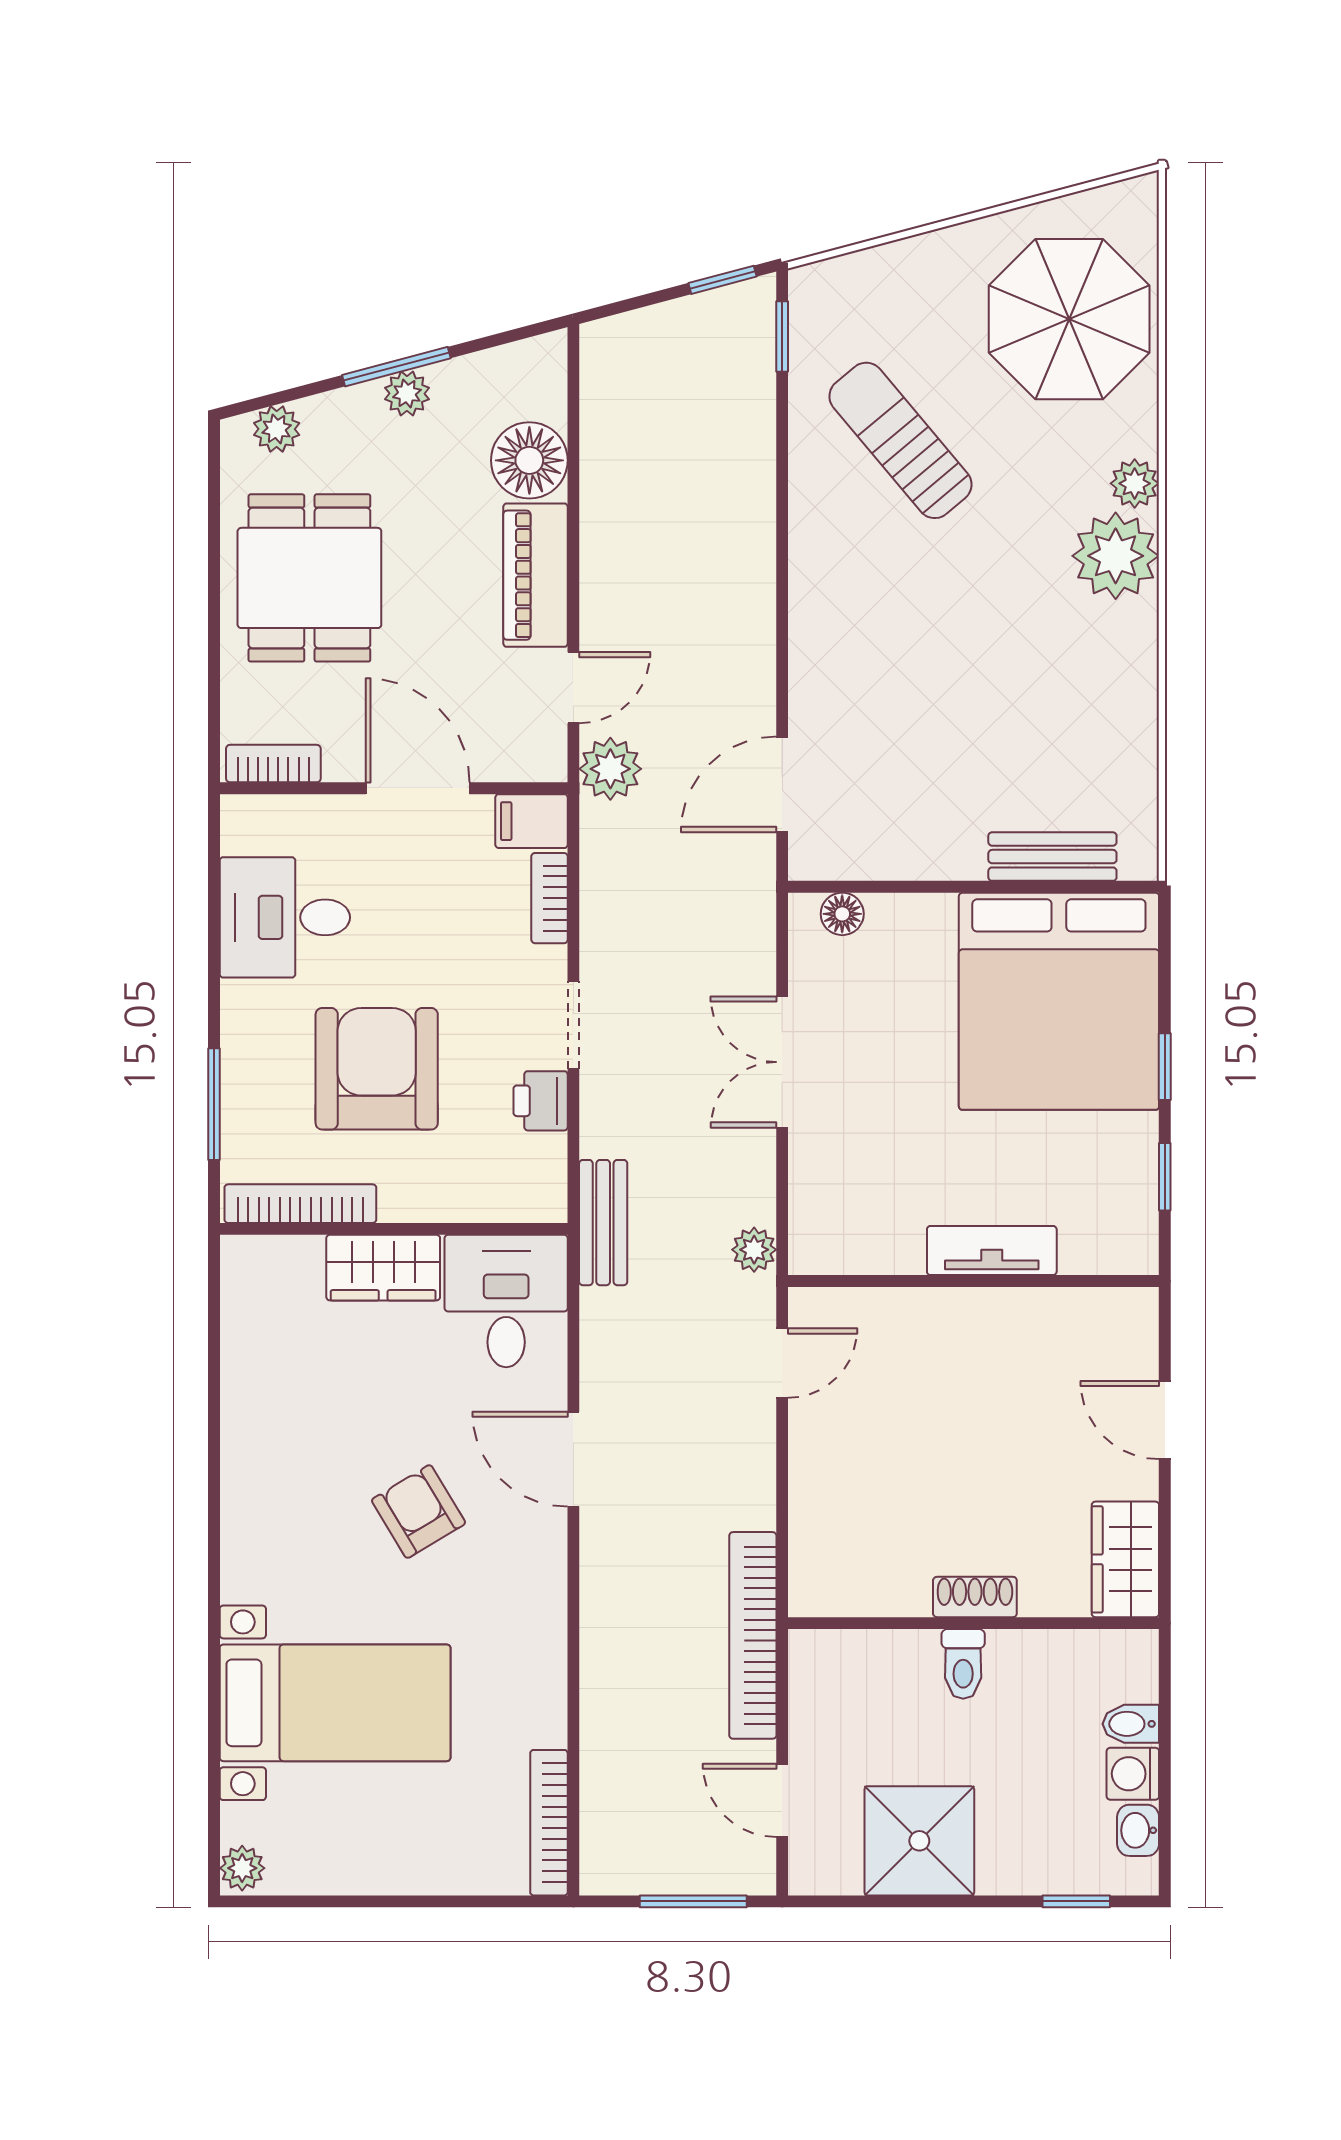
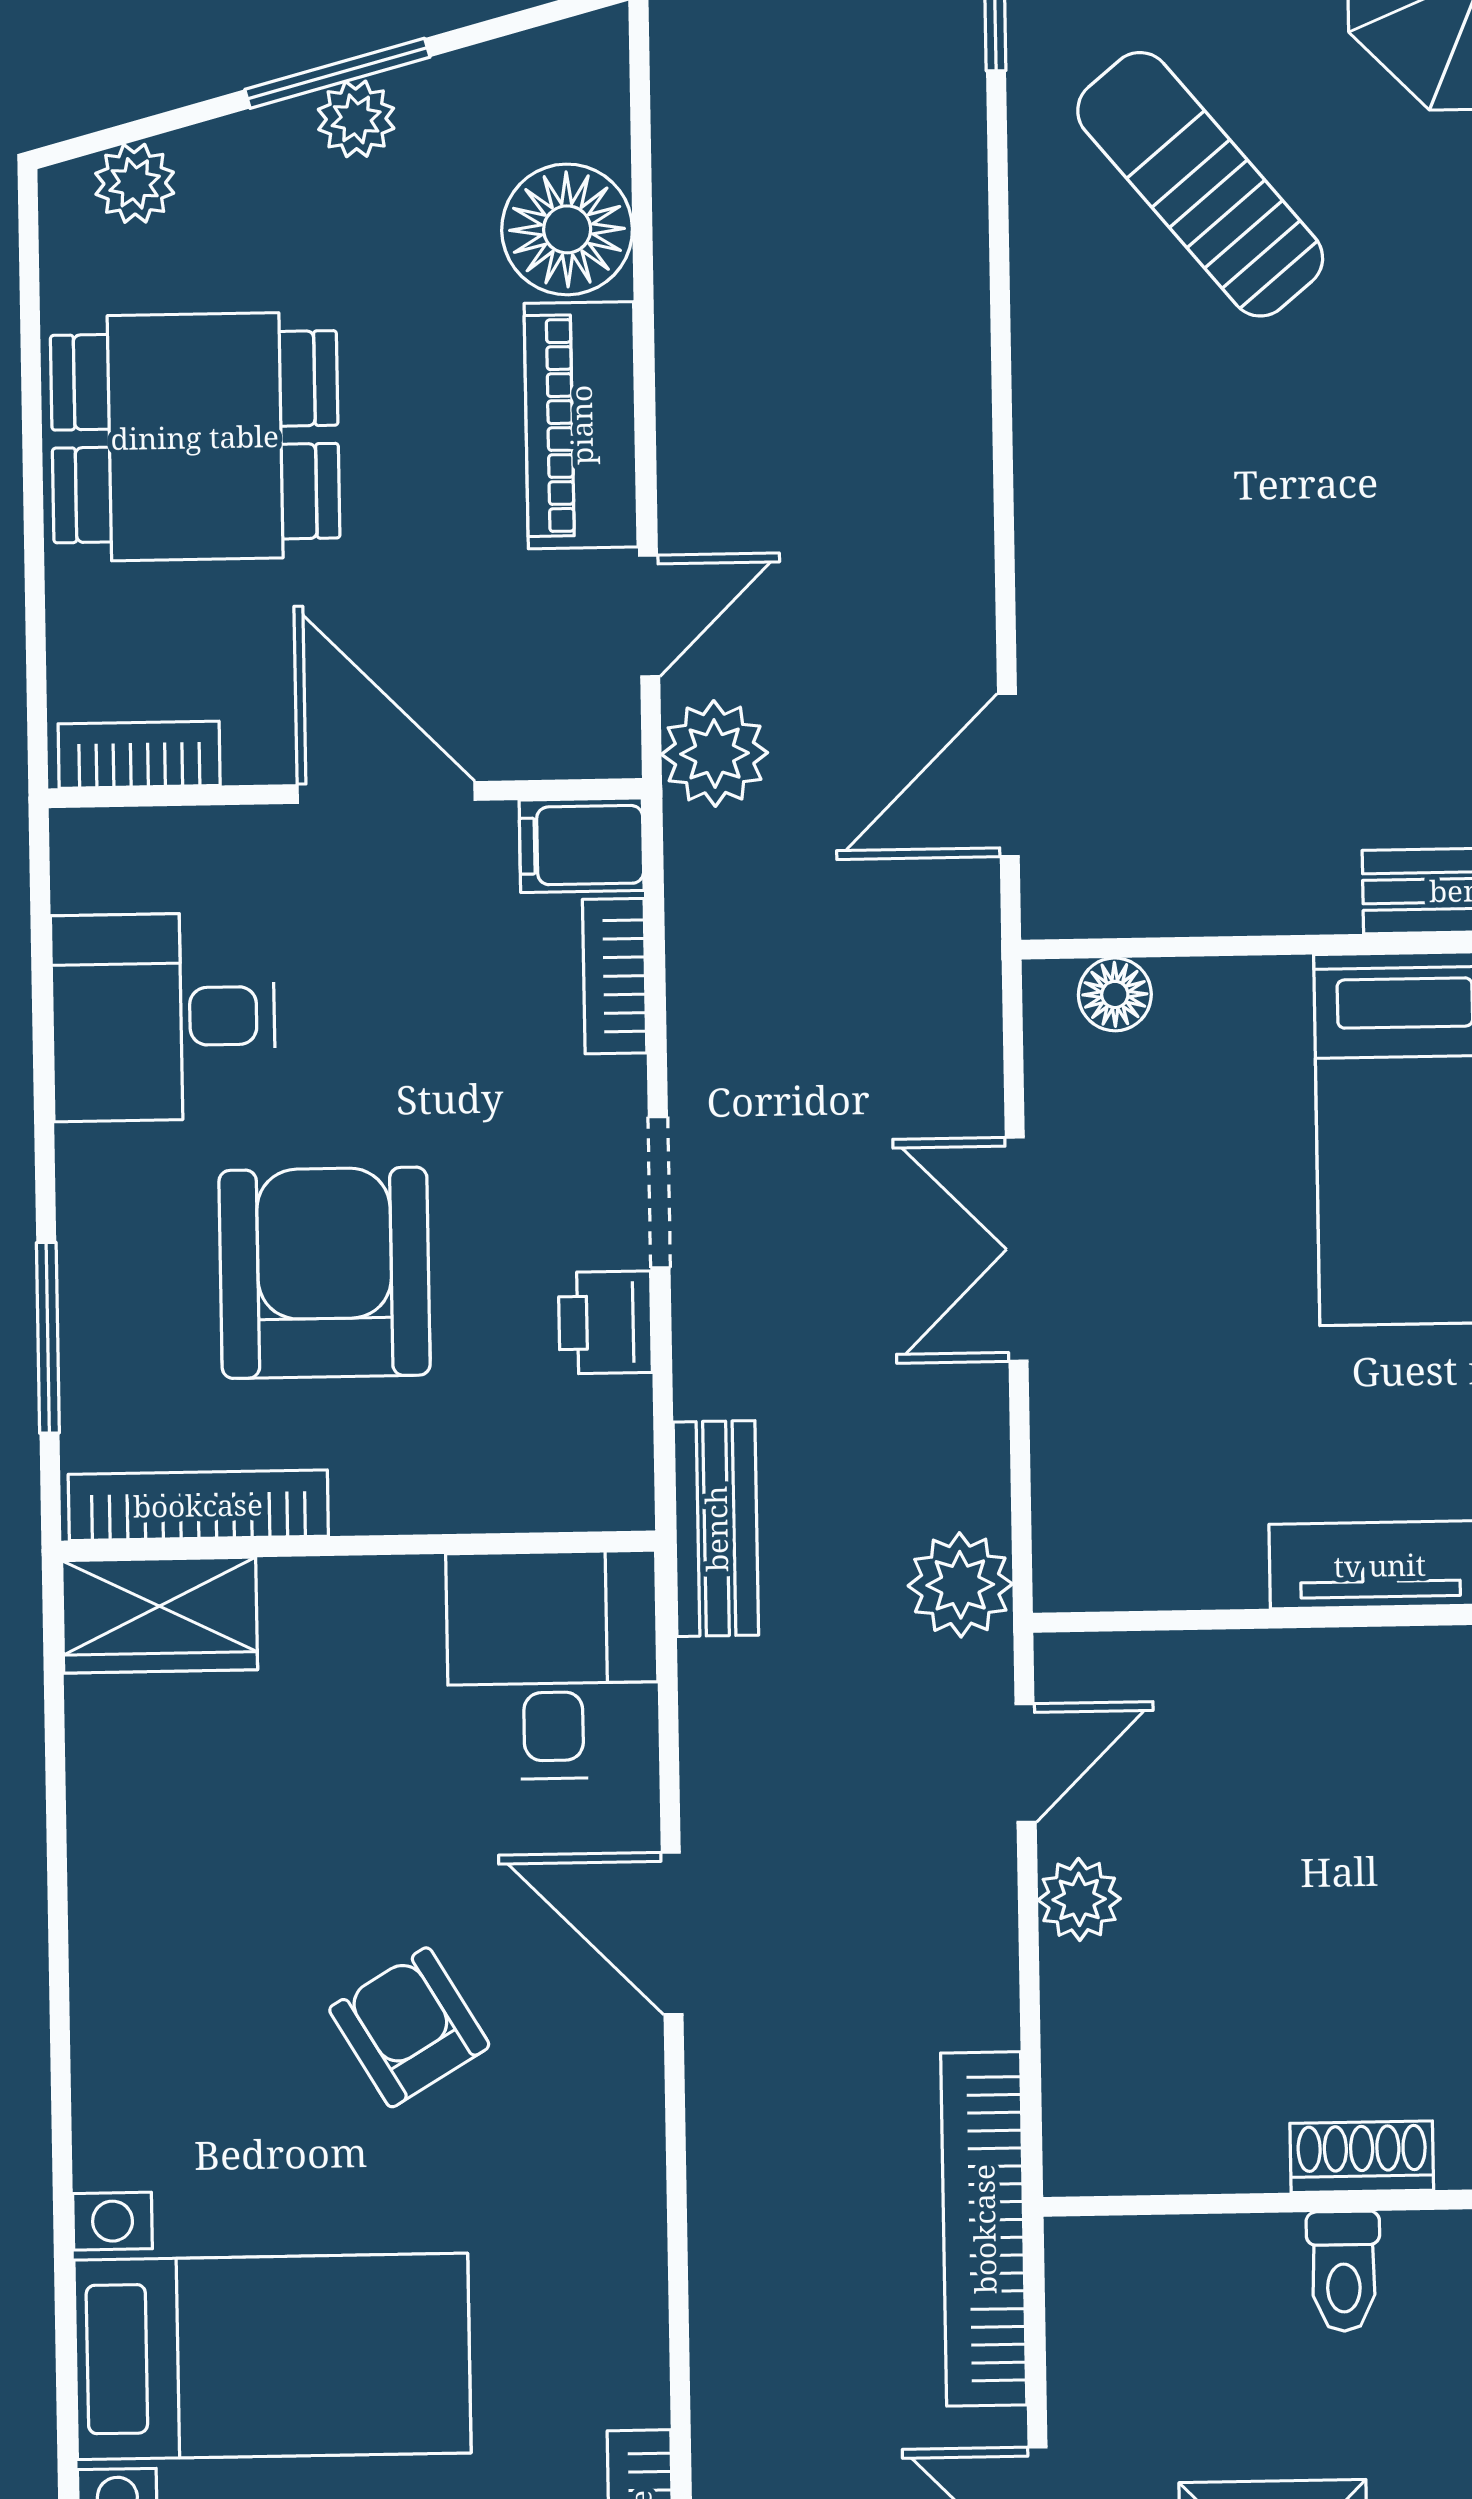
dining table: (309, 578) -> (195, 437), turned 90
plant: (754, 1250) -> (960, 1585), width x1.38, depth x1.38
wardrobe: (383, 1268) -> (160, 1615), moved
plant: (812, 1443) -> (1079, 1899), added

